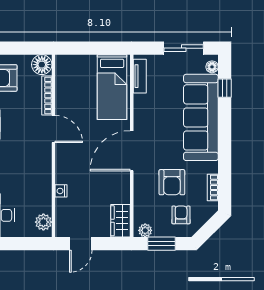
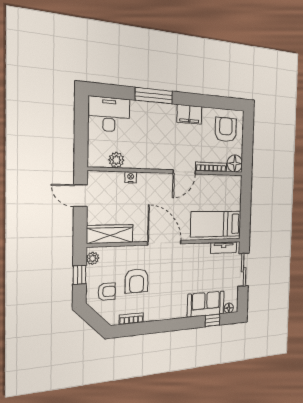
sliding door: (184, 48) -> (244, 270), moved
sofa: (201, 117) -> (206, 304), width x0.54, depth x0.79
armchair: (172, 182) -> (137, 281), turned -90
wardrobe: (120, 221) -> (110, 234), width x1.50
plant: (43, 222) -> (116, 160), moved
window: (162, 244) -> (80, 275), width x0.67

